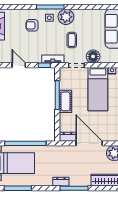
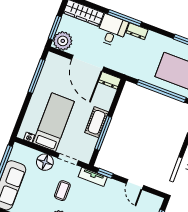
desk: (80, 175) -> (112, 31), added

